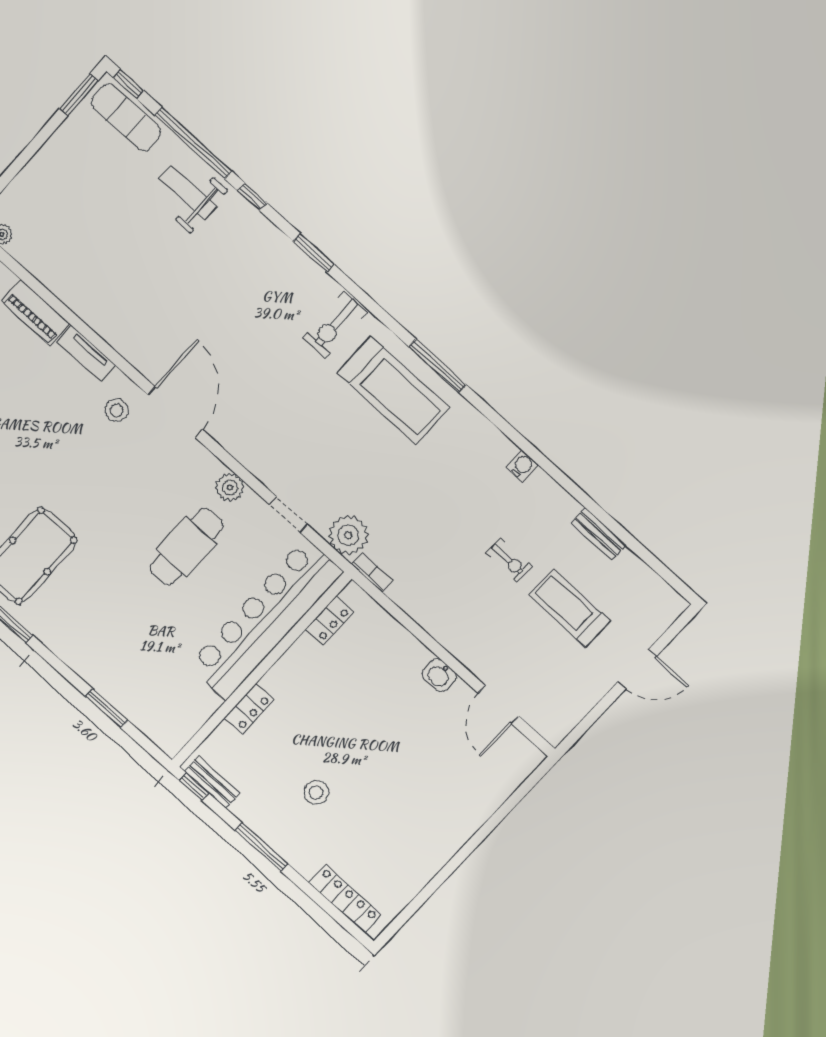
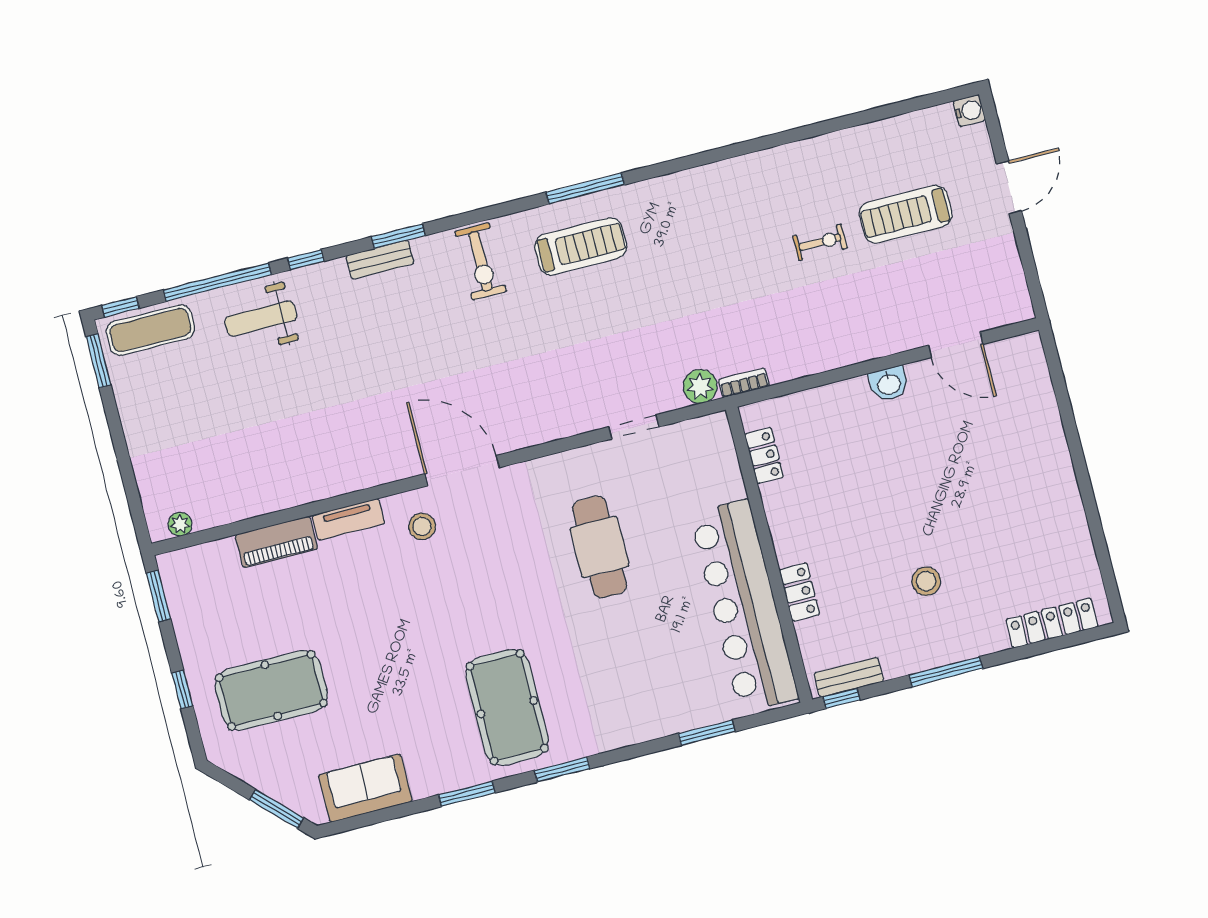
treadmill: (393, 390) -> (581, 246), width x0.73, depth x0.73
water cooler: (522, 466) -> (969, 111), moved, turned 90
plant: (230, 487) -> (570, 466), removed
bench: (598, 534) -> (380, 260), moved
plant: (348, 535) -> (700, 386), width x0.73, depth x0.73
bar counter: (265, 619) -> (744, 606), moved

